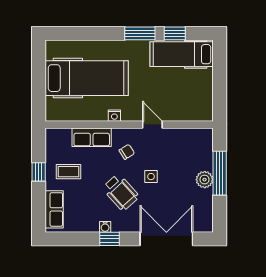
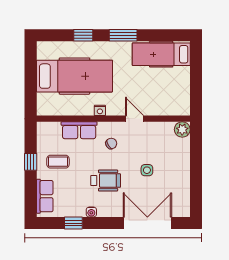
window: (175, 33) -> (83, 35), moved
window: (220, 173) -> (196, 163), removed
side table: (151, 177) -> (147, 170), moved
plant: (205, 180) -> (182, 129), moved
wheelchair: (121, 192) -> (106, 181), turned -48
window: (110, 239) -> (73, 223), moved

